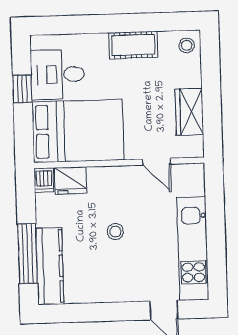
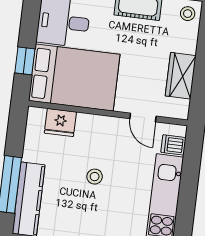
window: (22, 89) -> (25, 61), moved
dishwasher: (44, 180) -> (173, 145), moved, turned 90

